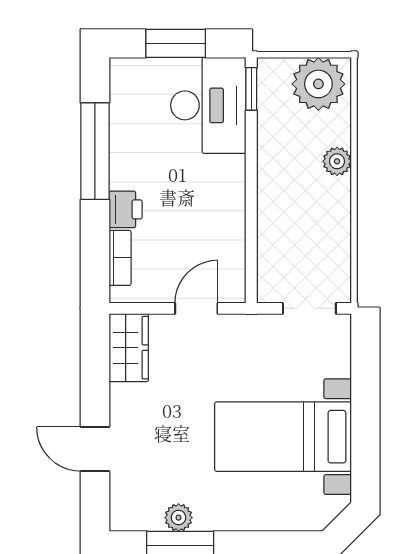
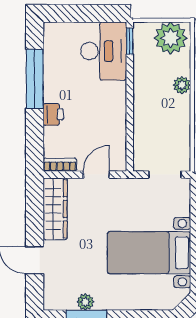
window: (176, 43) -> (84, 13), removed
bookcase: (120, 258) -> (60, 165), moved, turned -90
wardrobe: (129, 348) -> (55, 209), width x1.50

